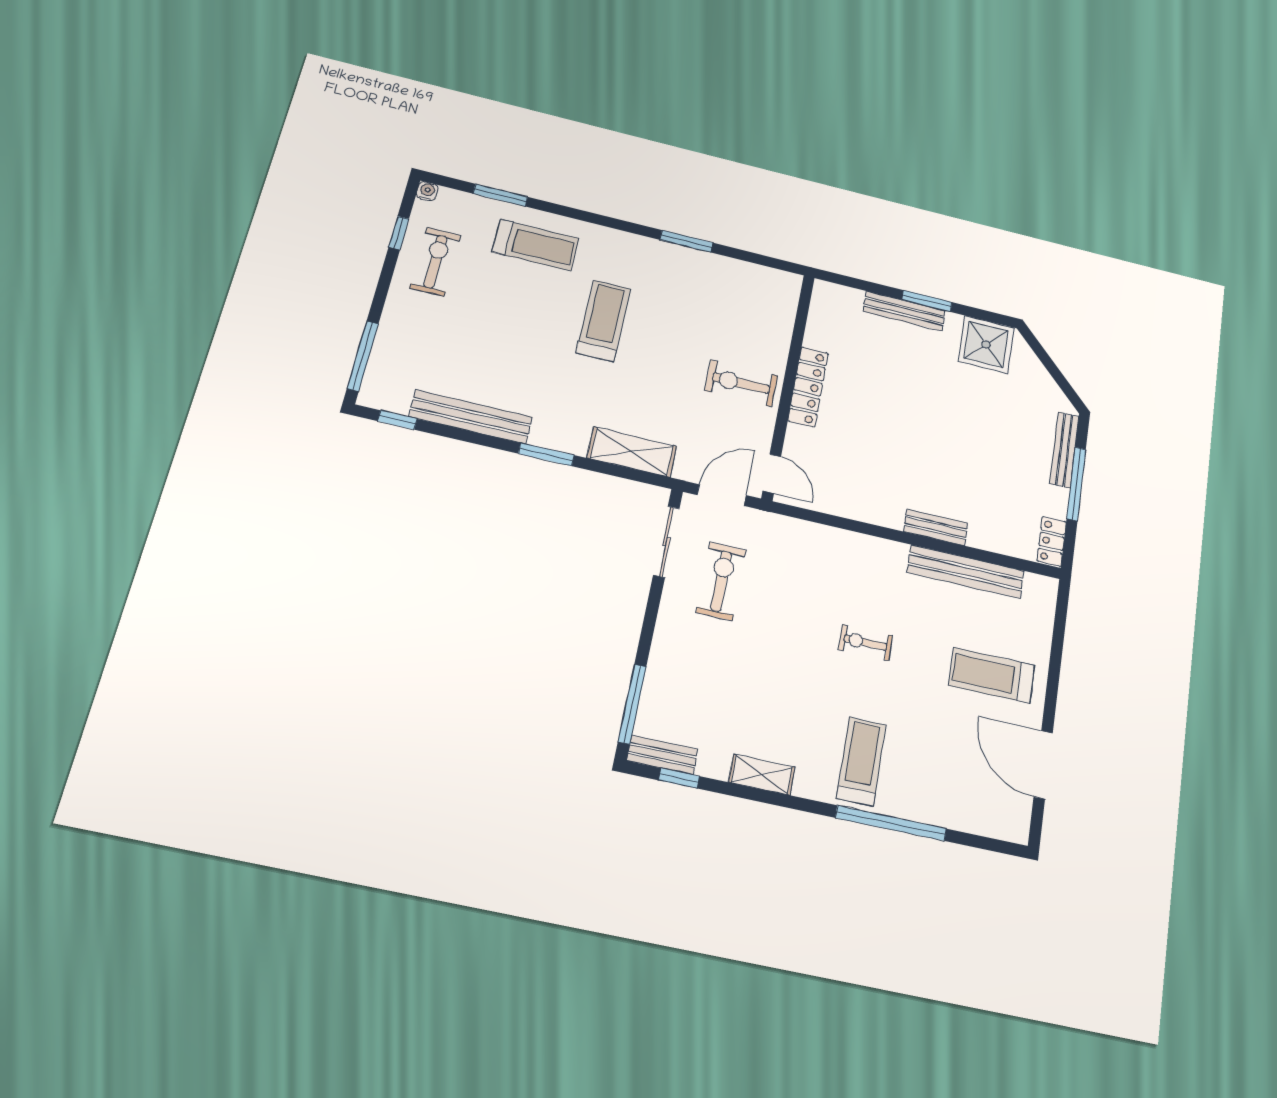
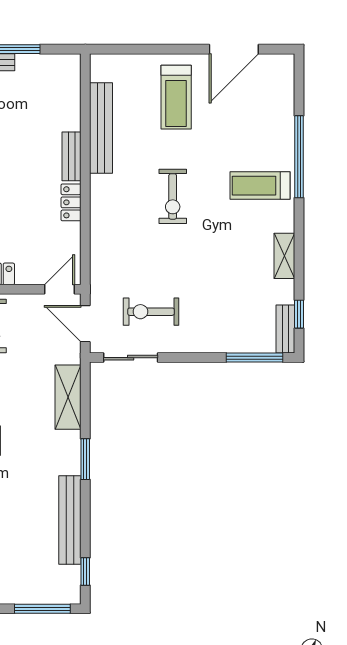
locker: (1052, 541) -> (71, 202), moved, turned 90
exercise bike: (865, 643) -> (173, 196), width x1.38, depth x1.39

